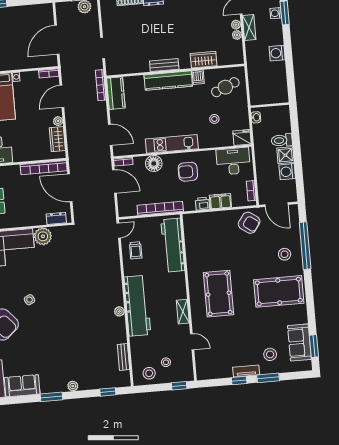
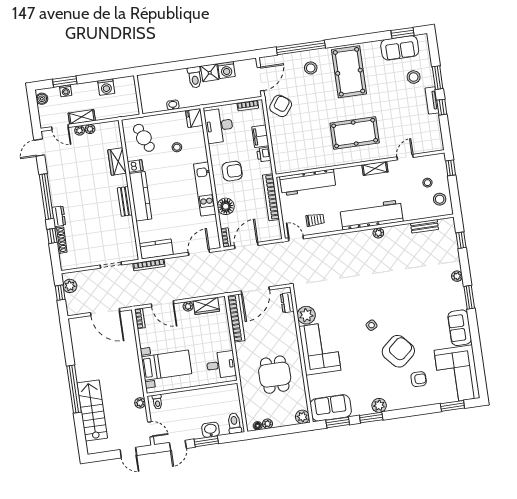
wall: (270, 105) -> (138, 95), moved
armchair: (188, 172) -> (232, 171), turned -90

